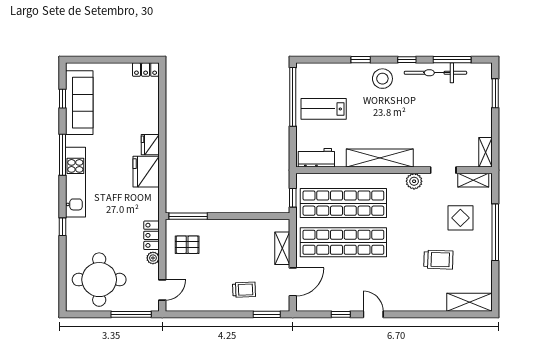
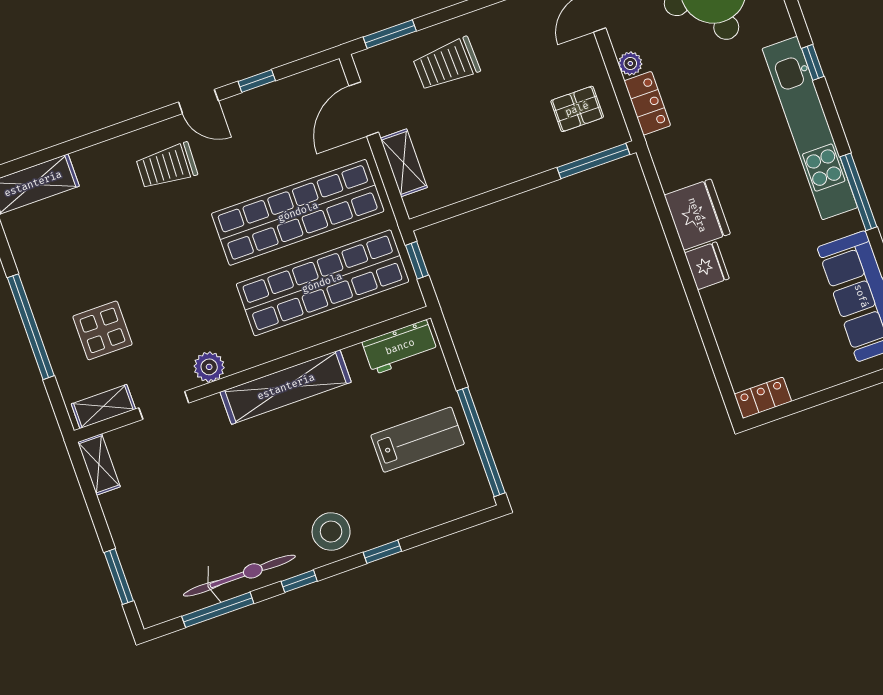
kitchen unit: (75, 182) -> (810, 128), width x1.36
trolley: (438, 260) -> (167, 166), moved
trolley: (244, 290) -> (446, 64), width x1.36, depth x1.39

